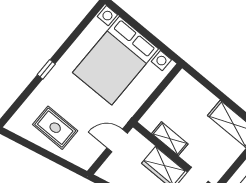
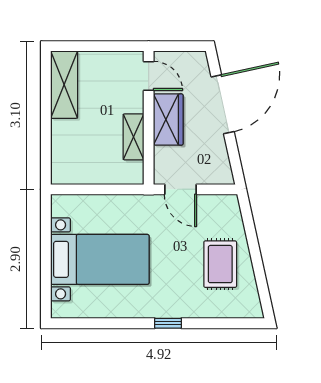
bed with nightstands: (116, 61) -> (100, 259), width x0.73

